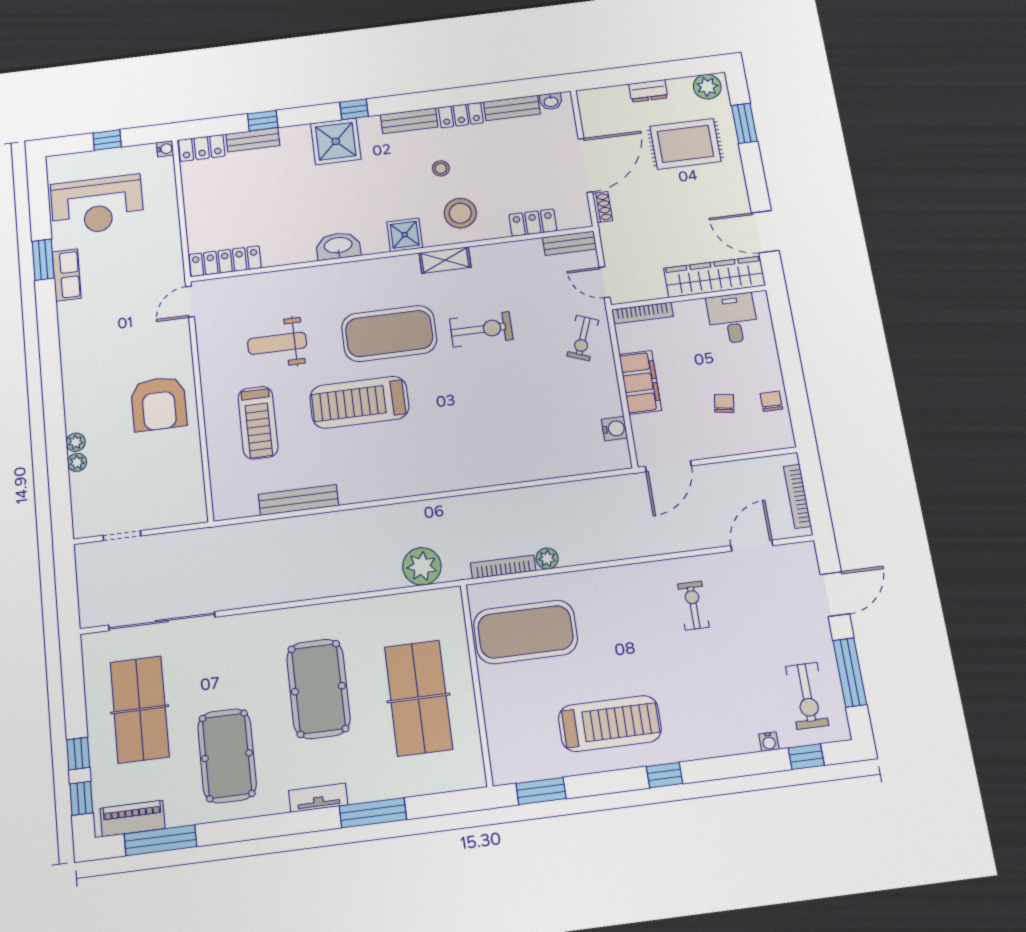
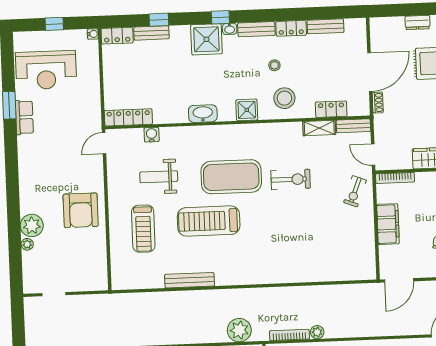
washbasin: (551, 101) -> (230, 29), moved
shelving: (445, 260) -> (319, 128), moved
water cooler: (614, 429) -> (152, 135), moved, turned -90
plant: (76, 442) -> (32, 225), width x1.87, depth x1.87
bench: (298, 500) -> (189, 280), moved

